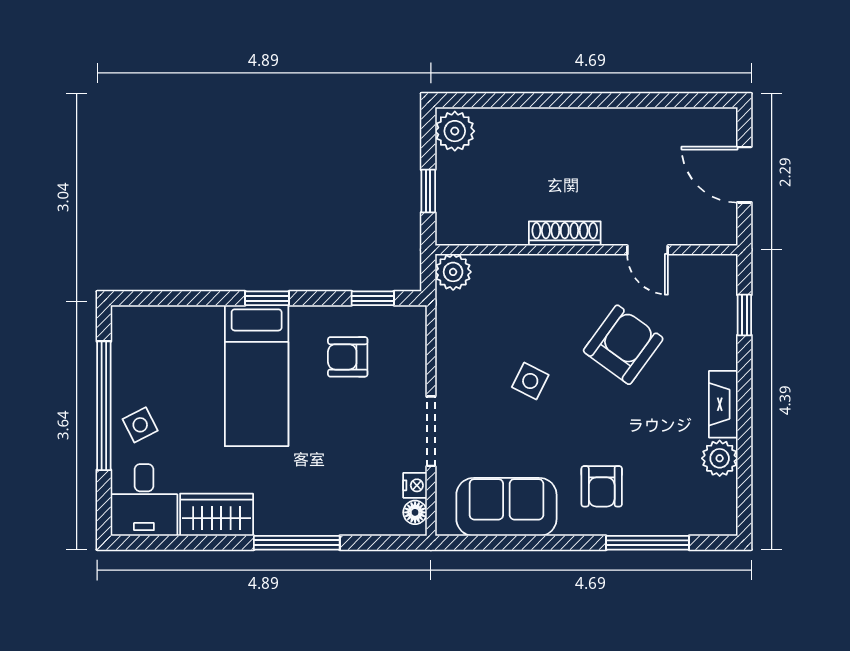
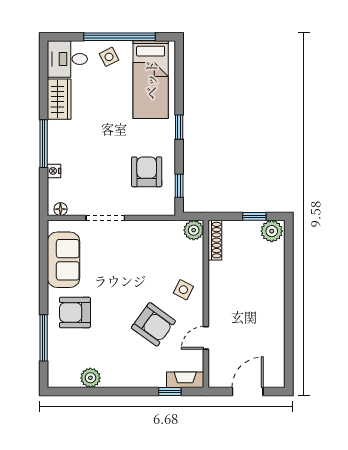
window: (428, 191) -> (254, 216), moved
shoe rack: (565, 233) -> (215, 240), moved
armchair: (348, 357) -> (147, 172), width x1.38, depth x1.38
bed: (257, 376) -> (151, 80), moved, turned -90
side table: (530, 381) -> (183, 290), moved
fireplace: (723, 404) -> (185, 380), moved
nightstand: (415, 485) -> (54, 171), moved, turned 90
armchair: (602, 486) -> (75, 312), width x1.38, depth x1.38

